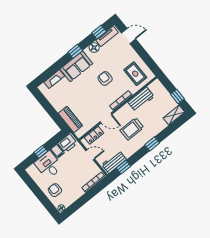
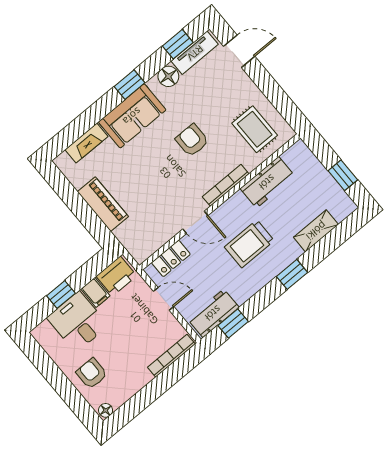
shelving: (174, 115) -> (316, 231), moved
piano: (70, 119) -> (103, 204), moved

